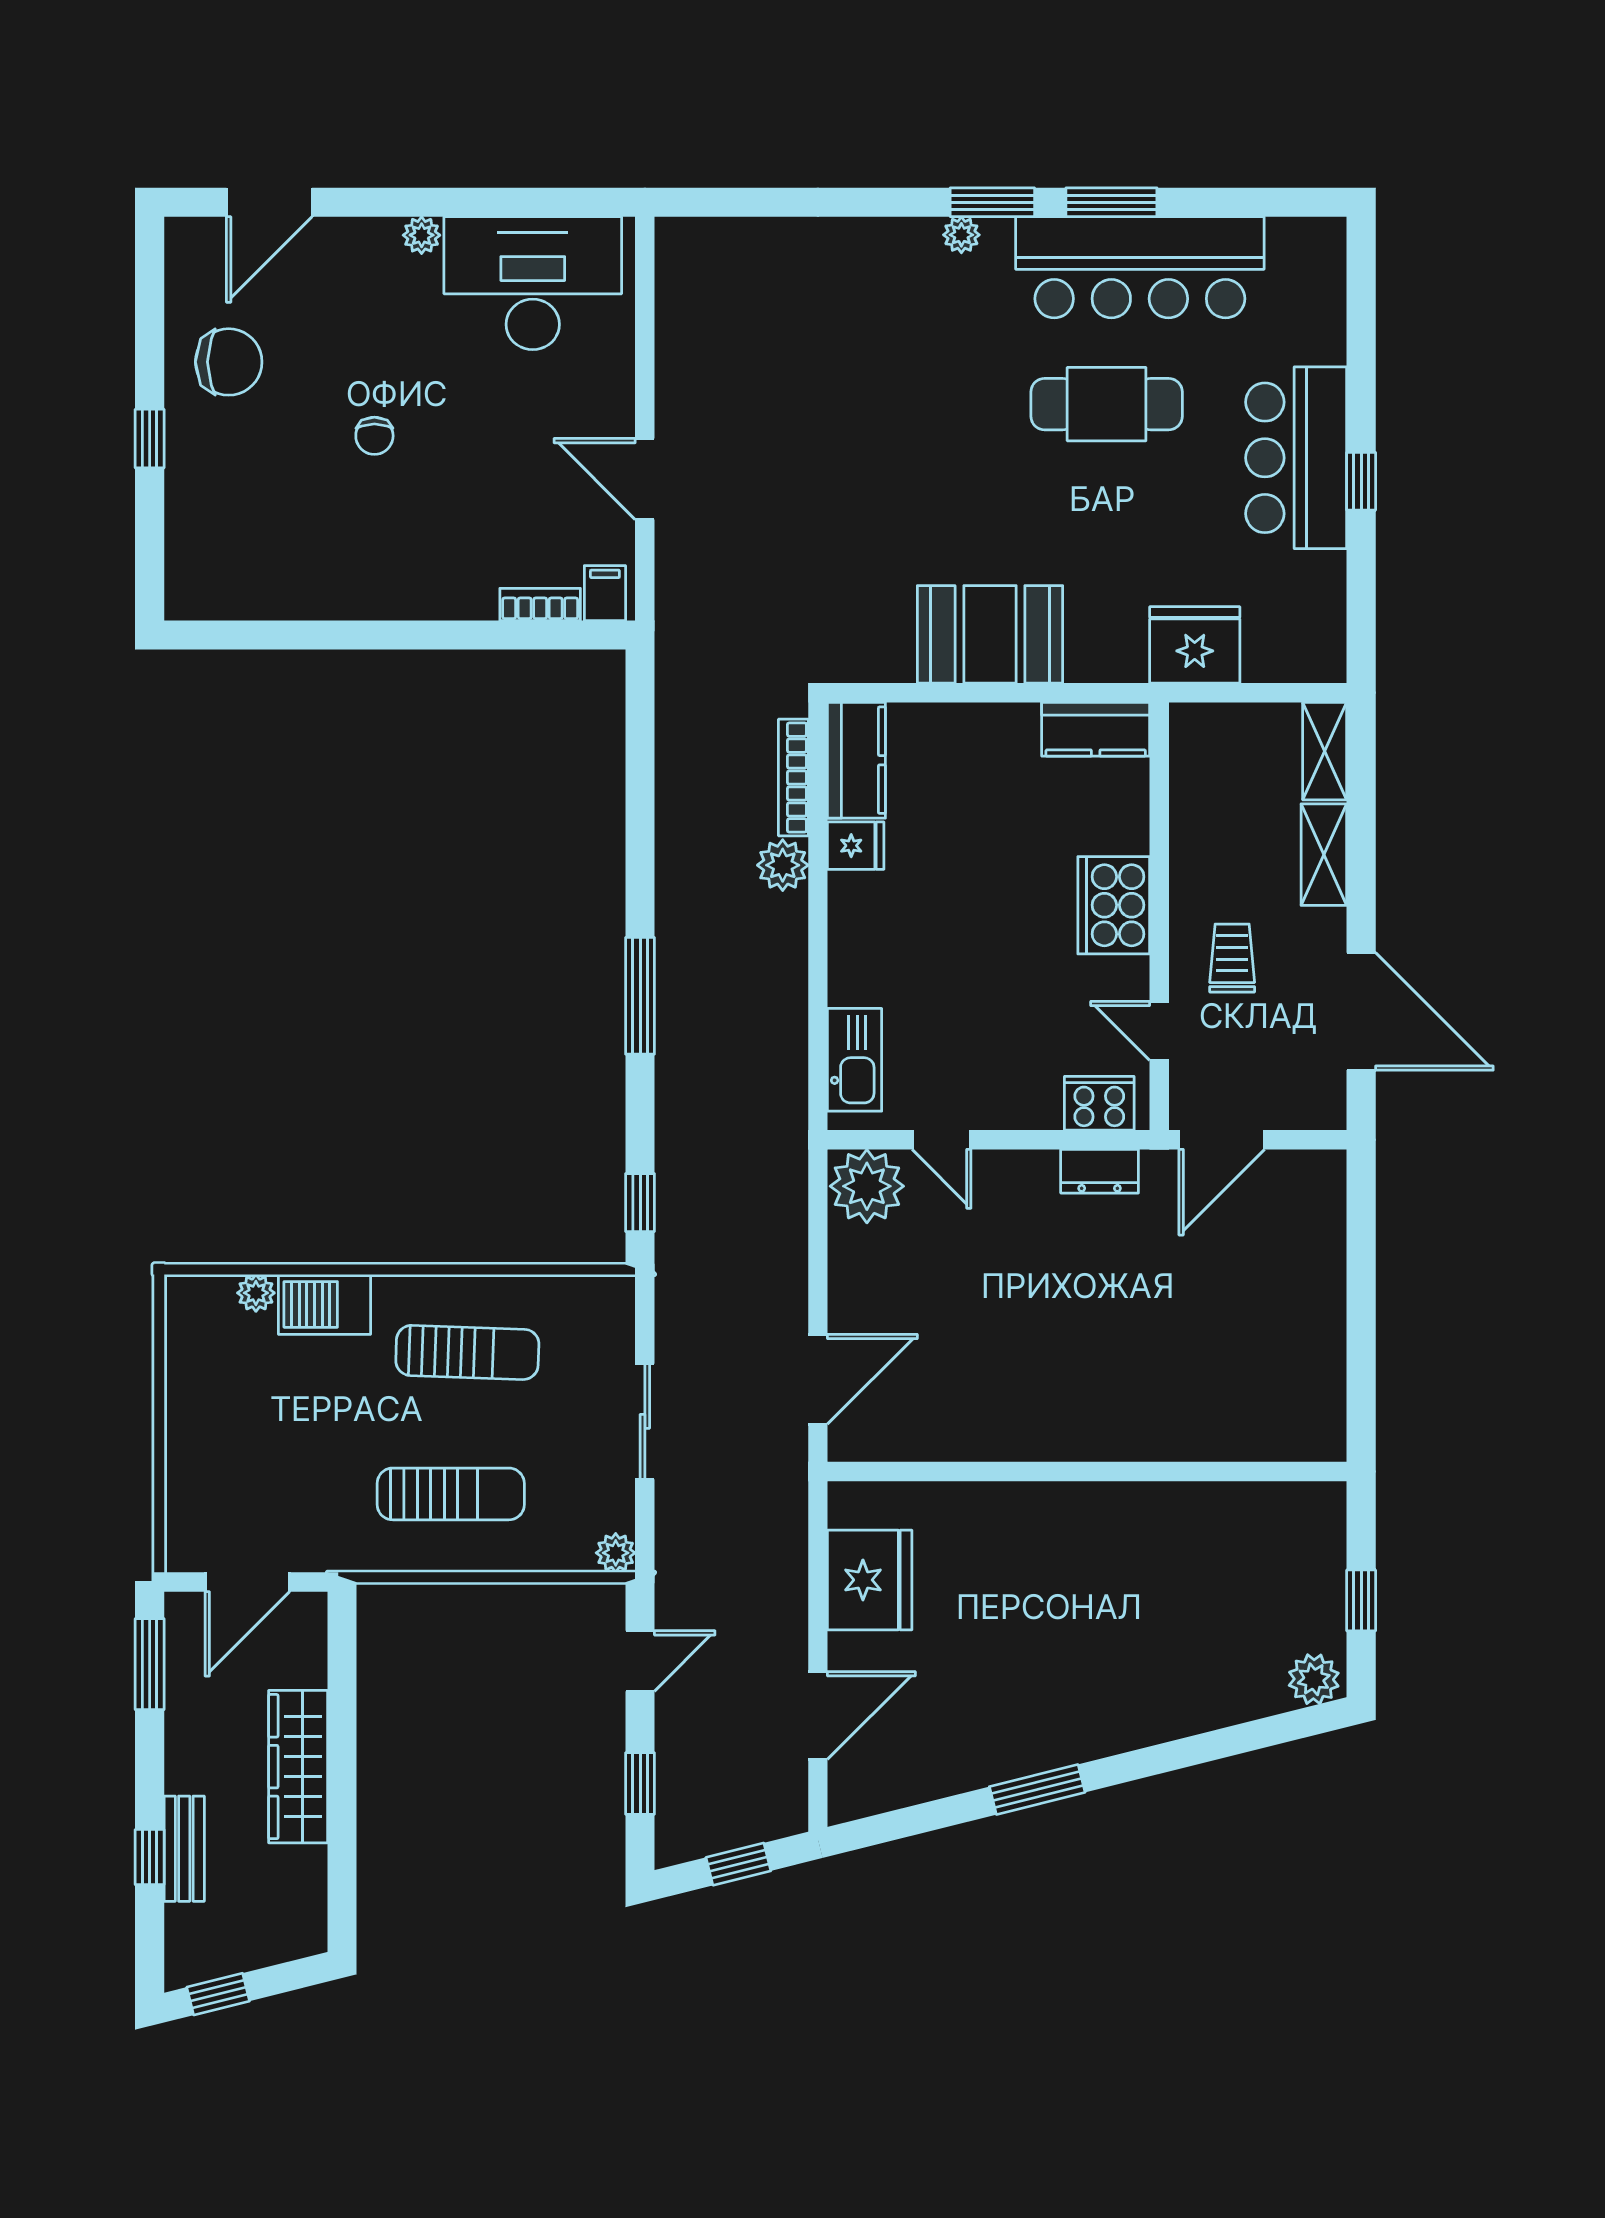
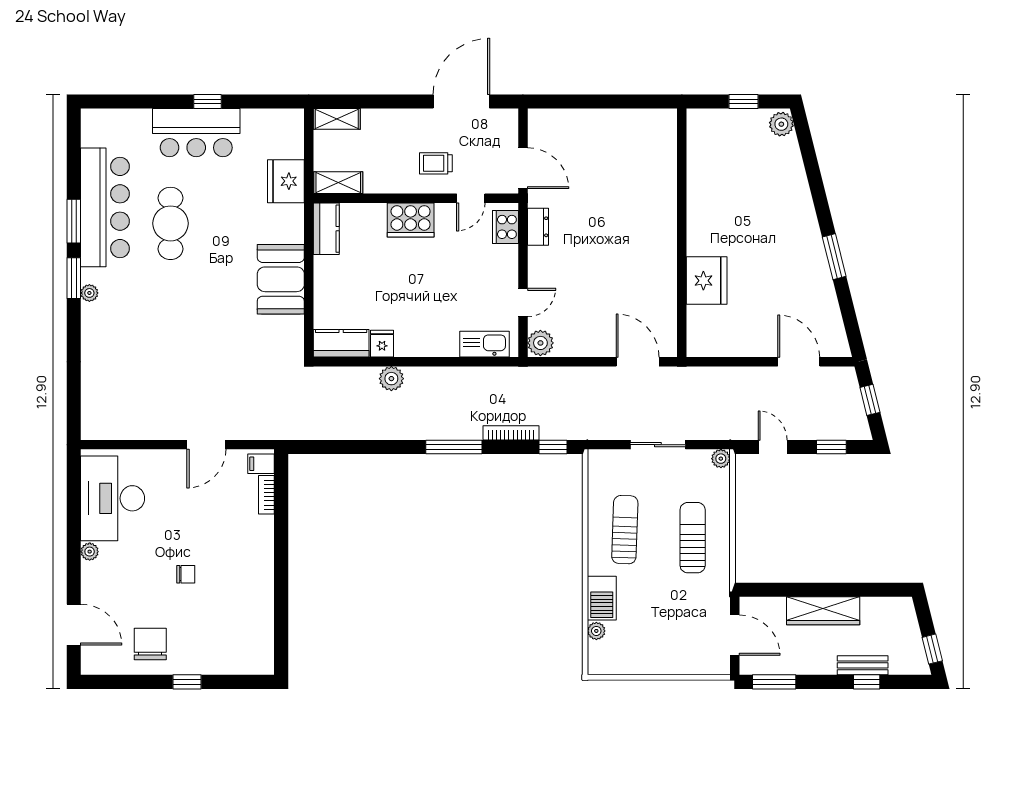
bookcase: (793, 778) -> (511, 433), moved, turned 180
shelving: (1324, 855) -> (338, 183), moved
plant: (867, 1186) -> (540, 343), width x0.73, depth x0.73
fridge: (870, 1580) -> (707, 281), moved, turned 90

